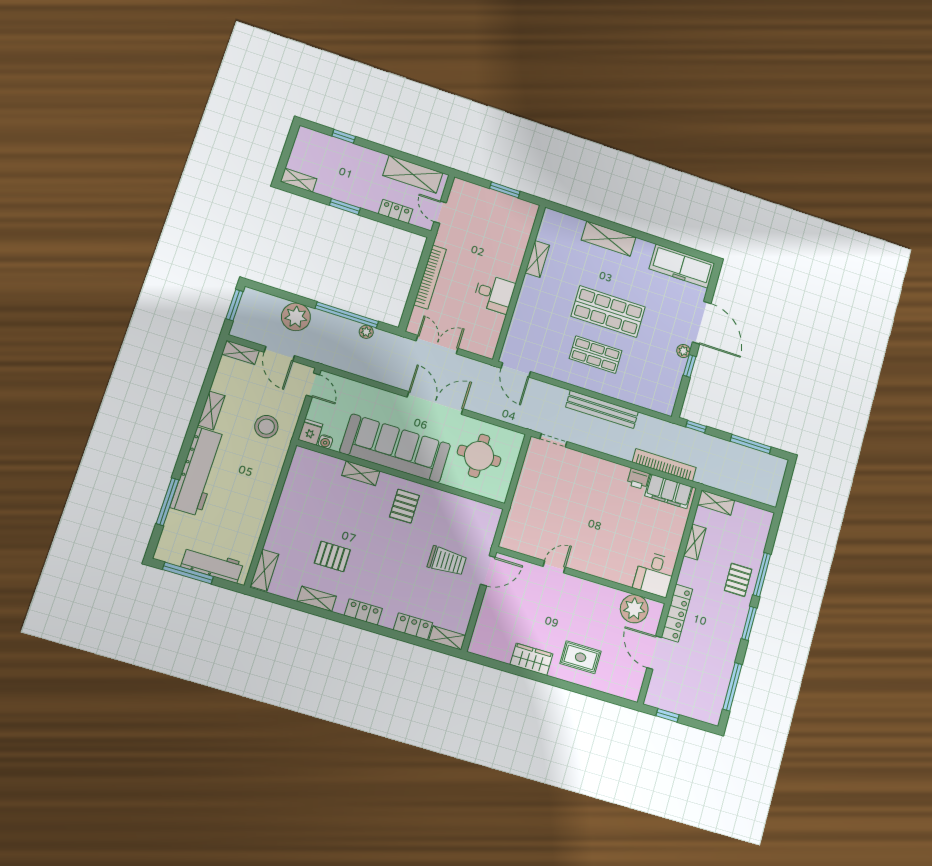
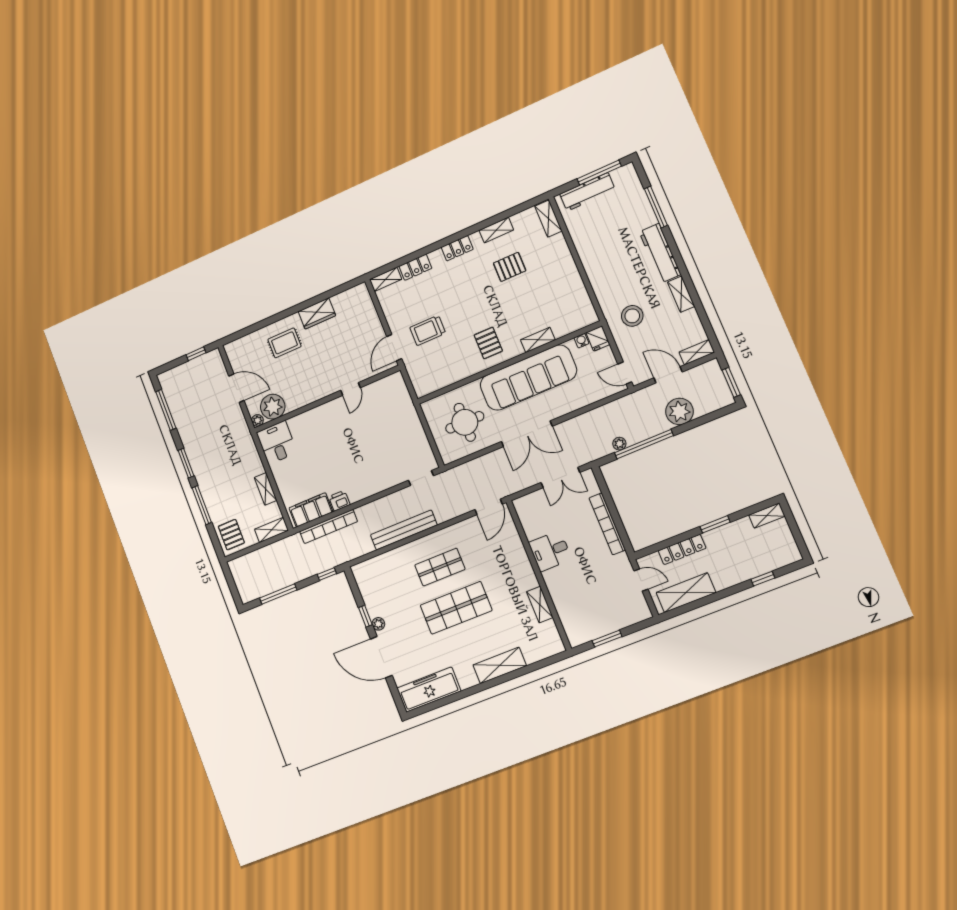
locker: (395, 211) -> (682, 549), width x1.53
door: (516, 370) -> (489, 507), swing flipped
workbench: (198, 471) -> (660, 253), width x0.73, depth x0.76
pallet: (738, 580) -> (231, 535), moved
plant: (657, 608) -> (257, 420), added
locker: (677, 613) -> (241, 428), removed

